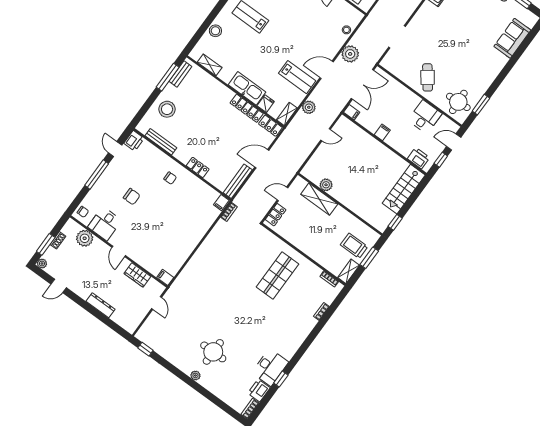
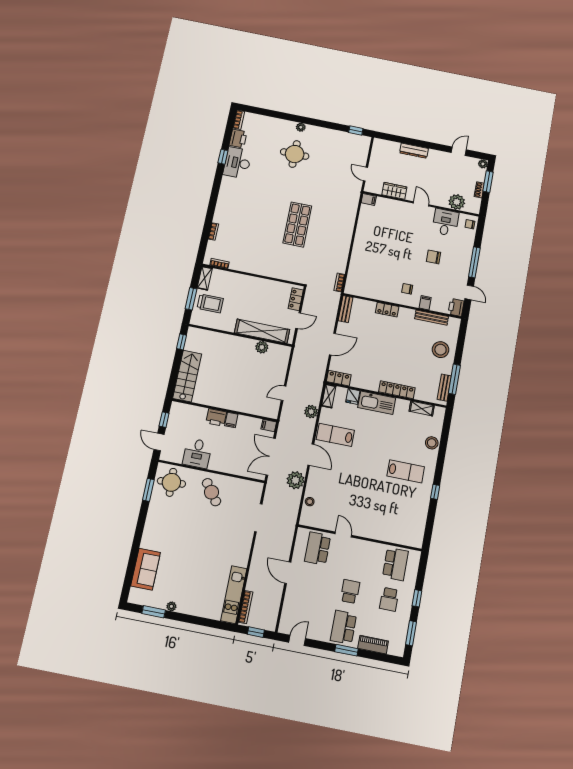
door: (327, 70) -> (311, 455), hinge flipped
locker: (247, 108) -> (397, 390), moved
door: (454, 142) -> (159, 442), swing flipped
printer: (419, 158) -> (216, 417), moved
bench: (238, 181) -> (346, 309), width x0.73
shelving: (319, 199) -> (262, 331), width x1.47
filing cabinet: (221, 203) -> (425, 303), moved
shop shelf: (278, 275) -> (297, 224), moved

